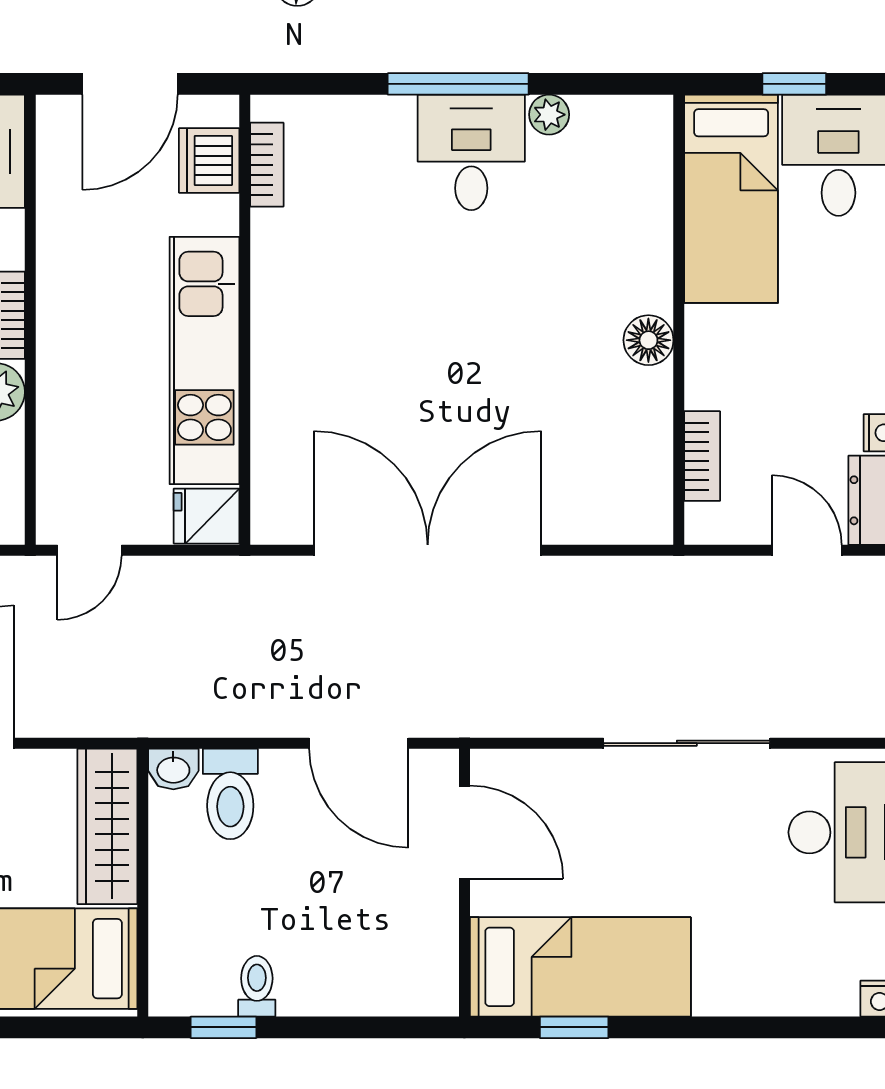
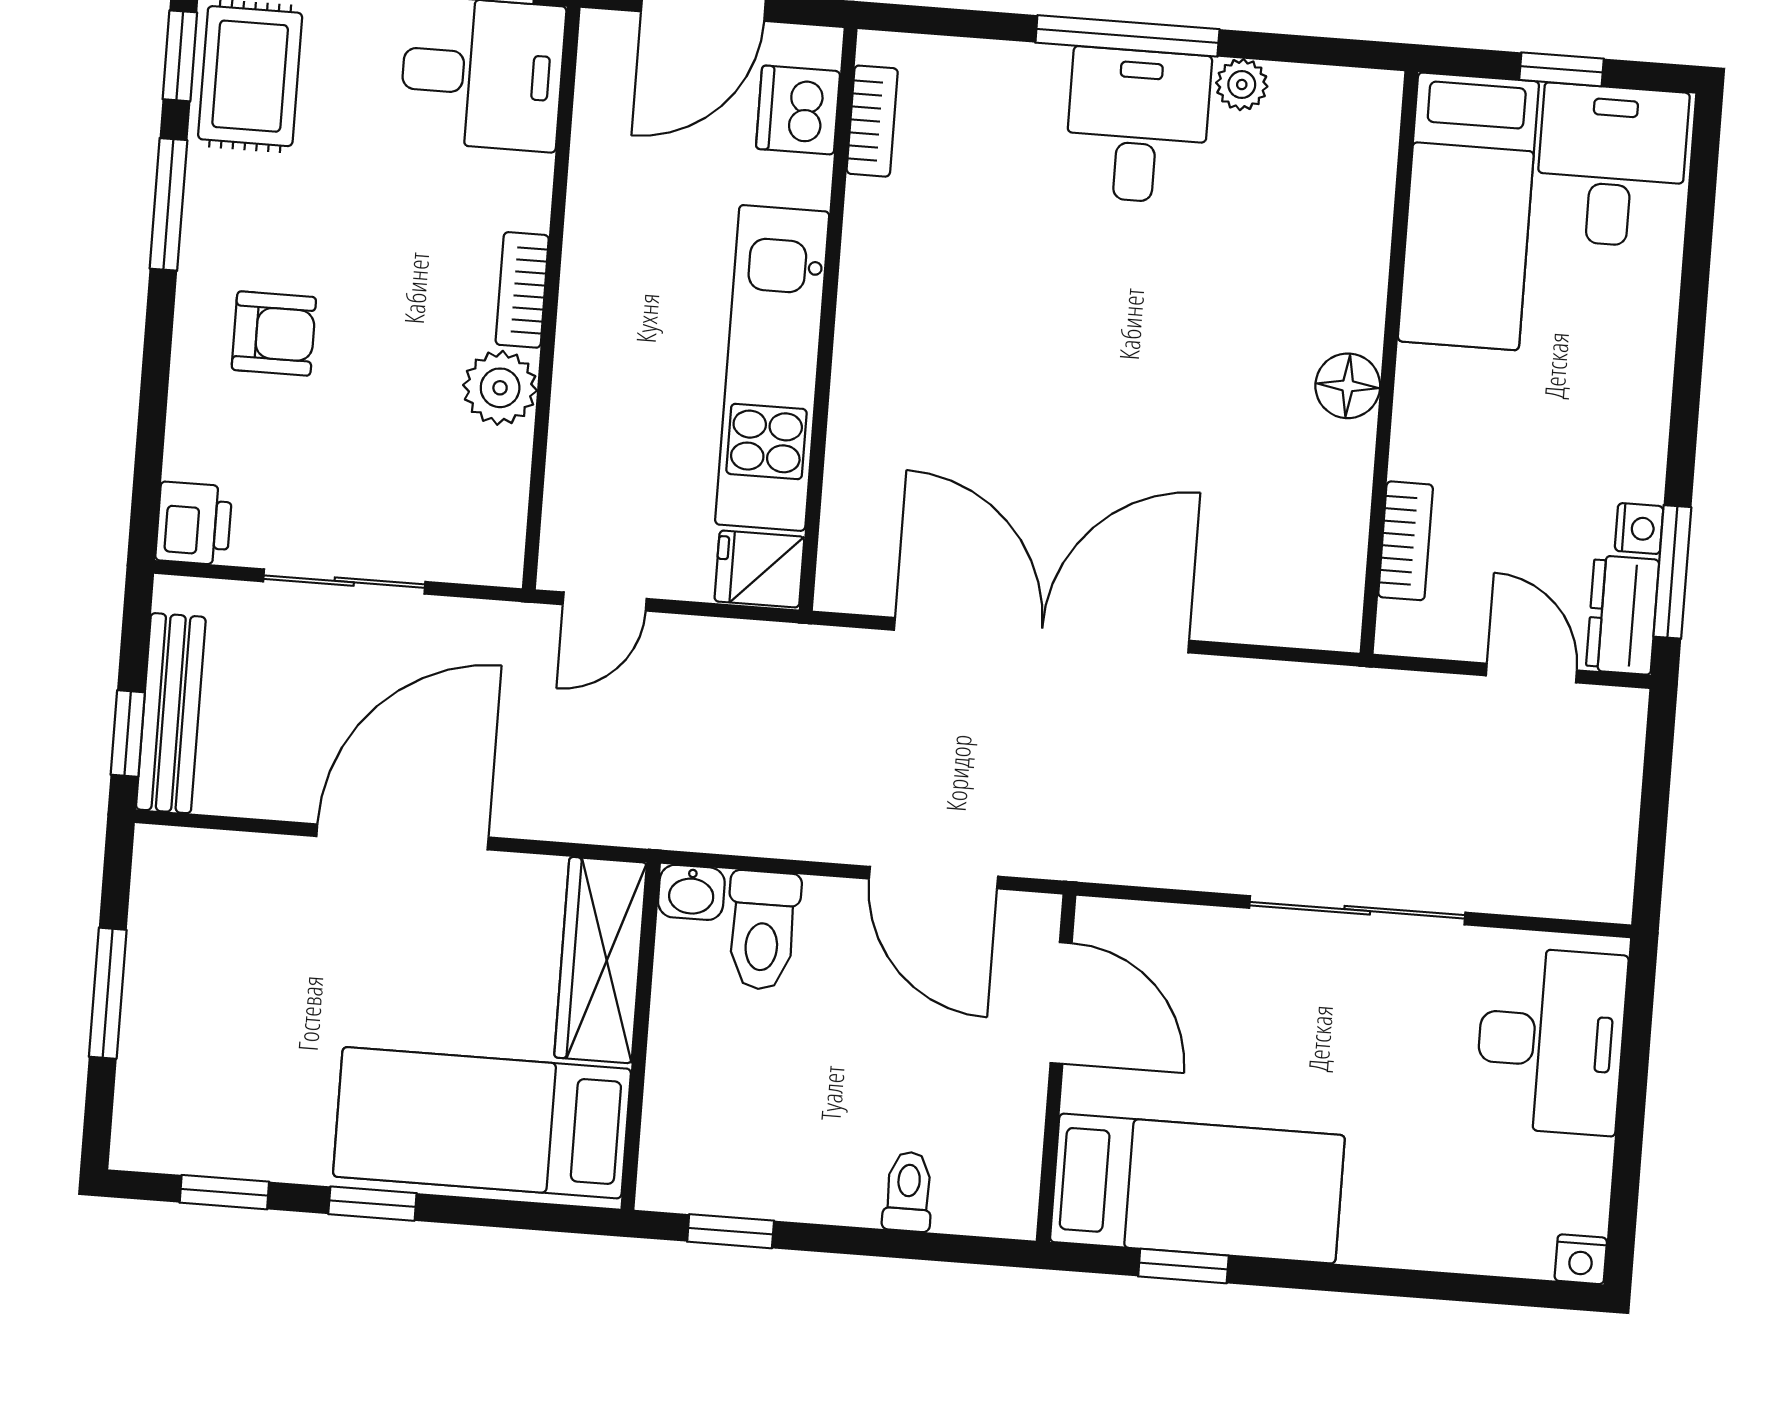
toilet: (257, 986) -> (908, 1191), moved

